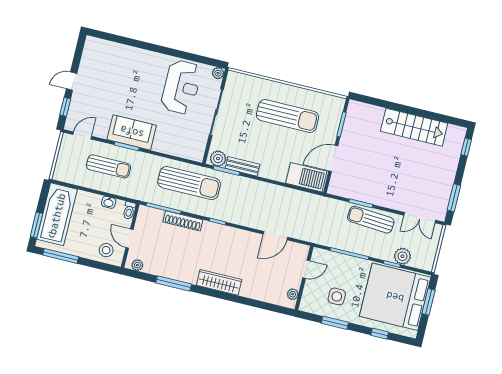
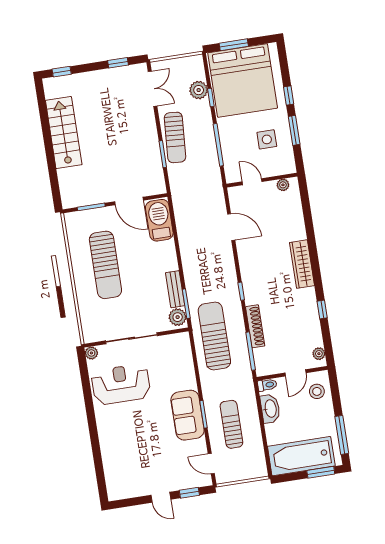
sun lounger: (287, 116) -> (105, 265), turned 180
window: (454, 198) -> (118, 63), width x0.67
washbasin: (109, 202) -> (270, 409), width x1.91, depth x1.45
window: (174, 283) -> (322, 309), width x0.46
window: (380, 334) -> (289, 95), moved

